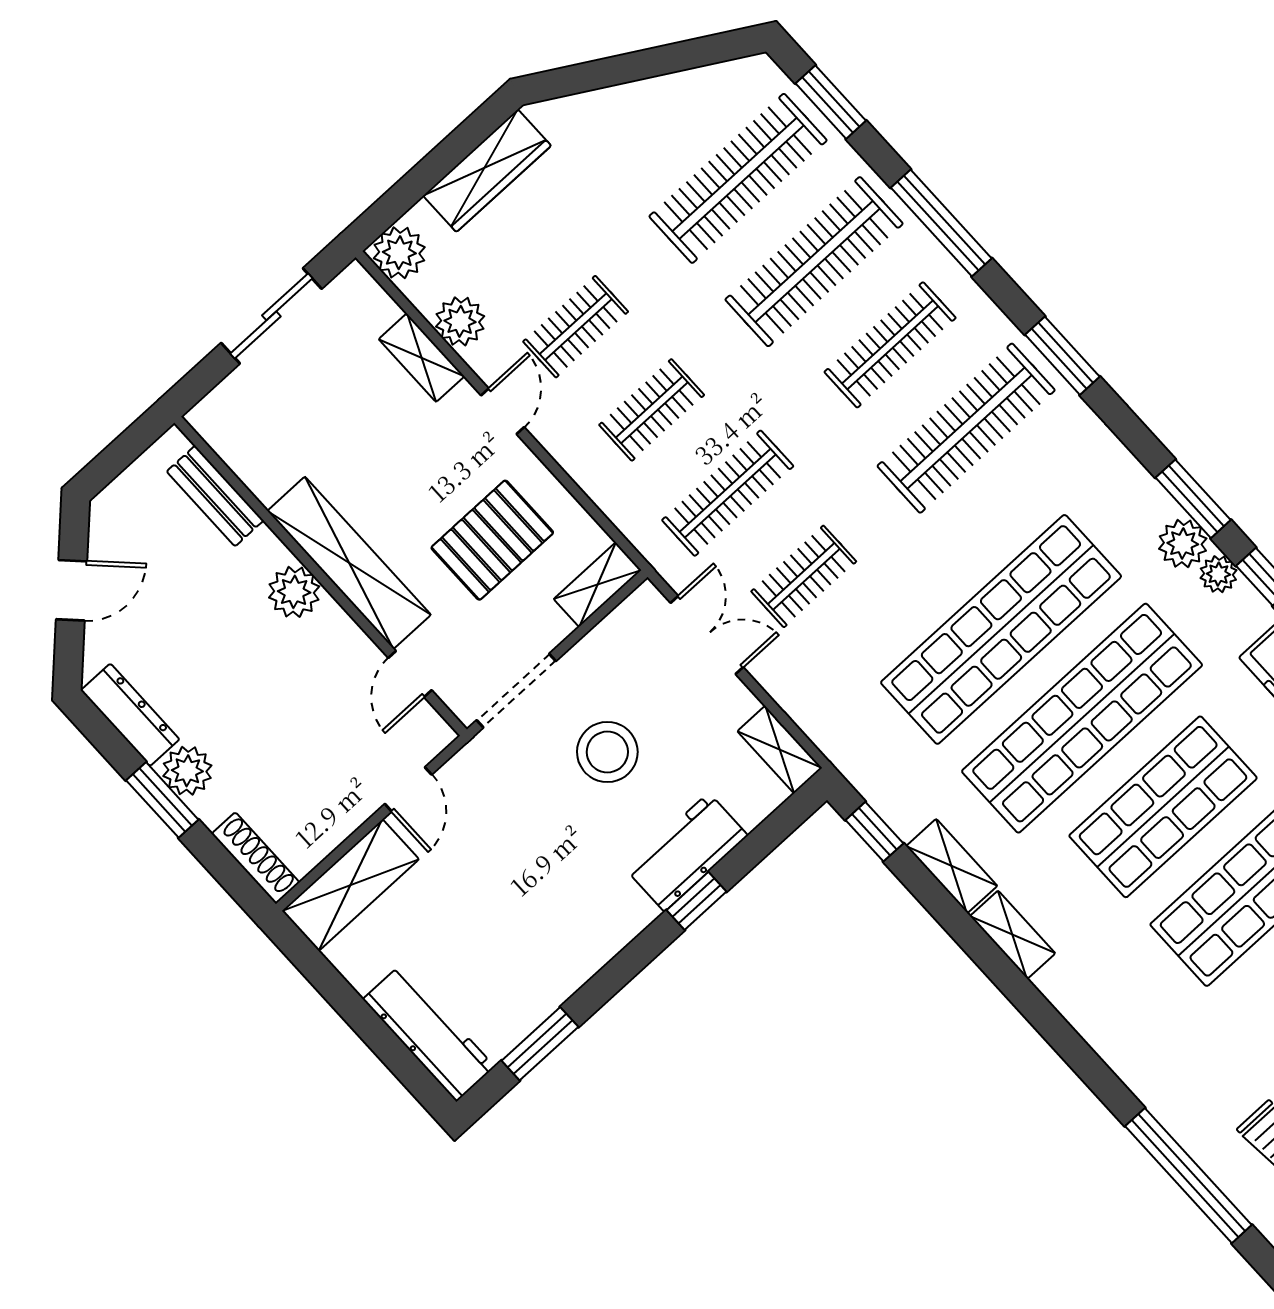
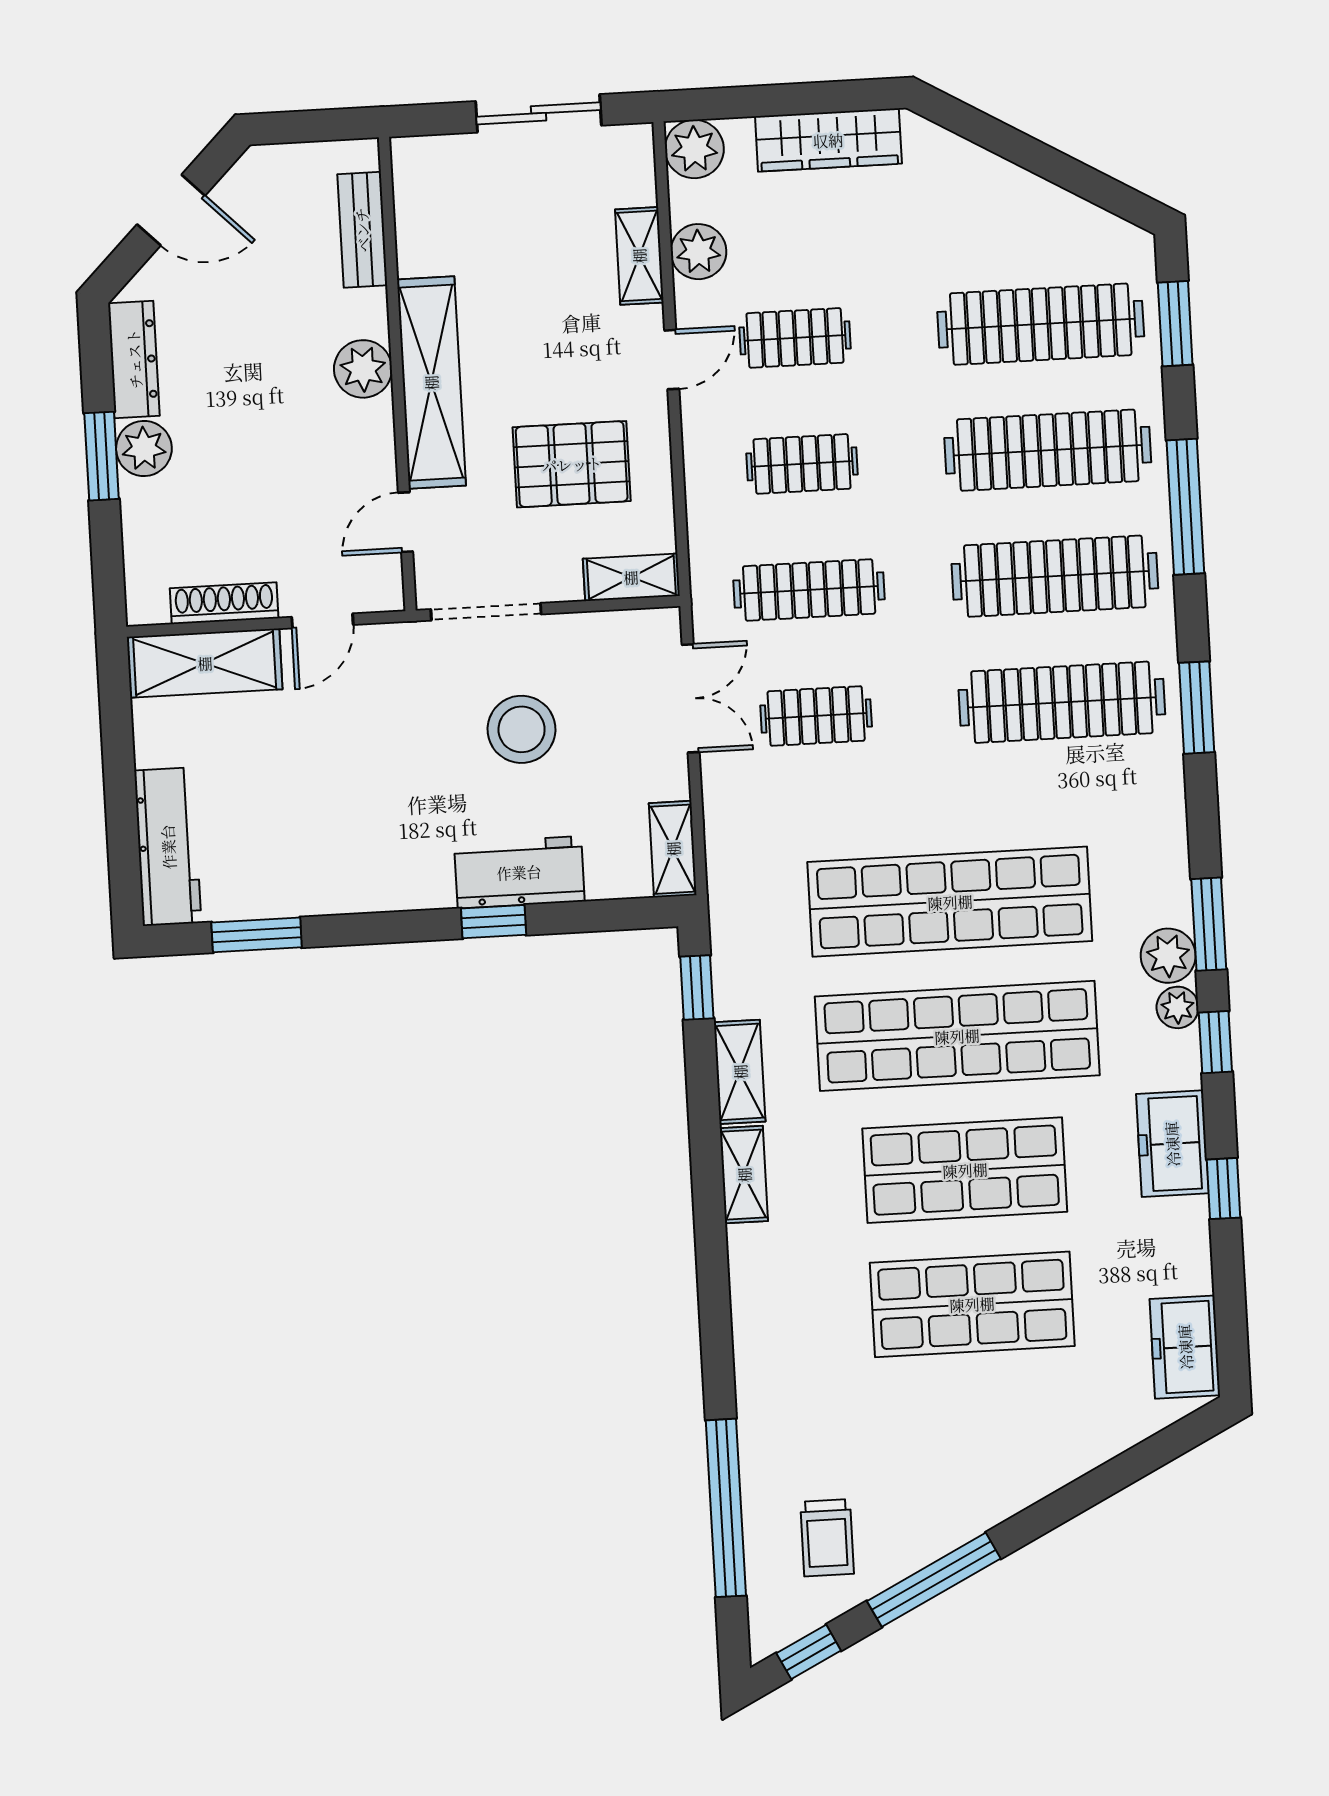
clothes rail: (890, 345) -> (1055, 576), width x1.37, depth x1.31
shoe rack: (256, 858) -> (224, 603), moved, turned -90

